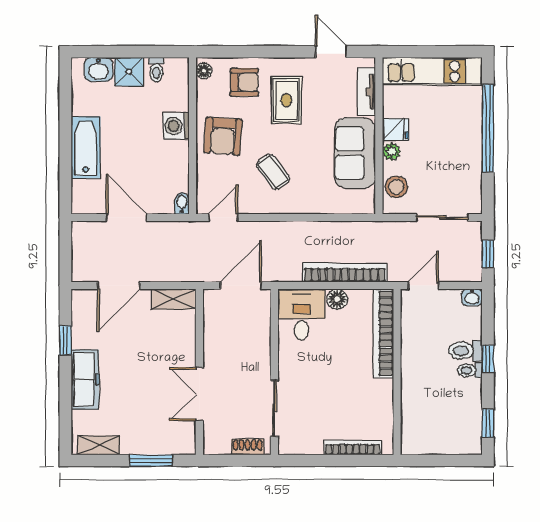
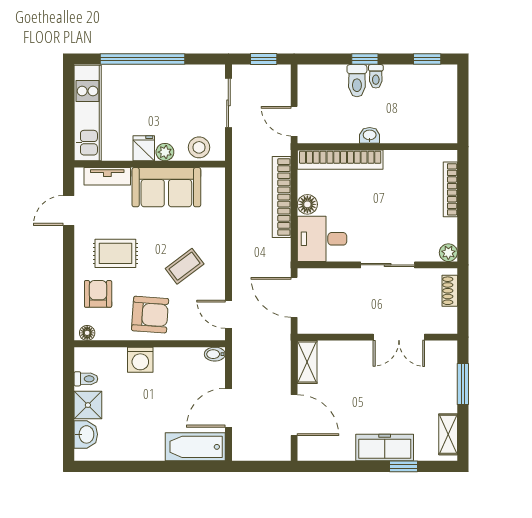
bathtub: (86, 147) -> (195, 447), moved
washbasin: (472, 297) -> (370, 135), moved, turned -90
window: (65, 340) -> (404, 466), moved
sliding door: (274, 408) -> (388, 265), moved
plant: (287, 446) -> (448, 253), added

